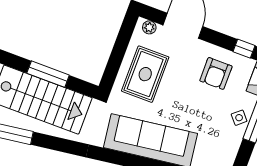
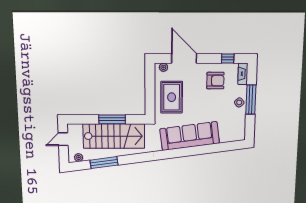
armchair: (216, 73) -> (215, 81), turned -90

